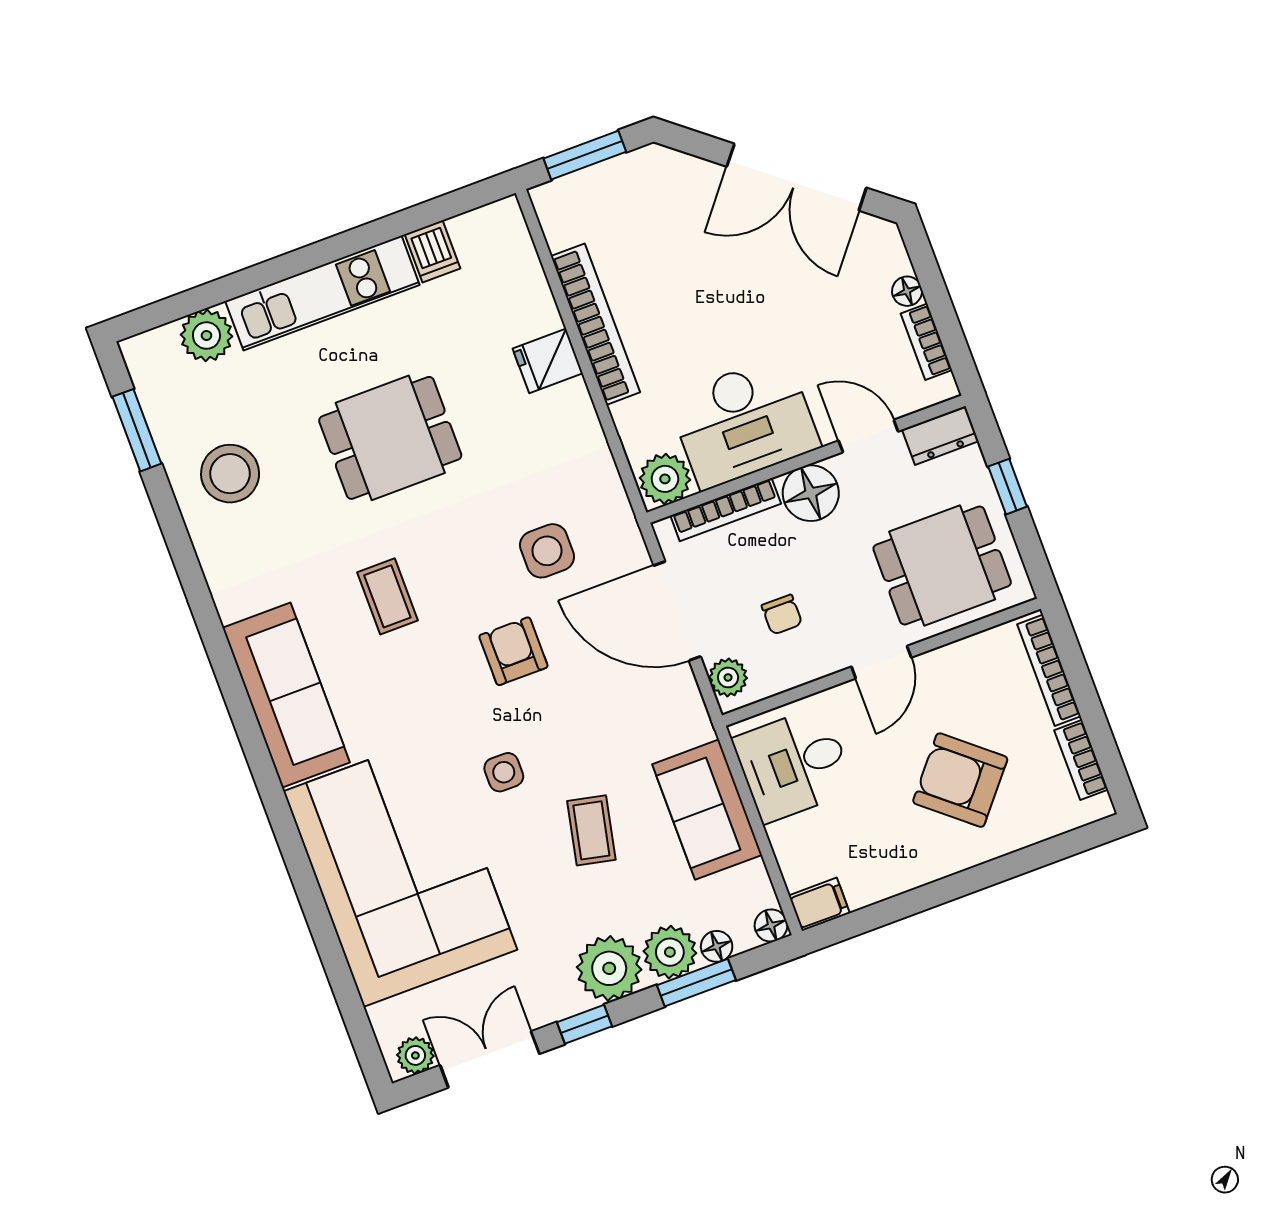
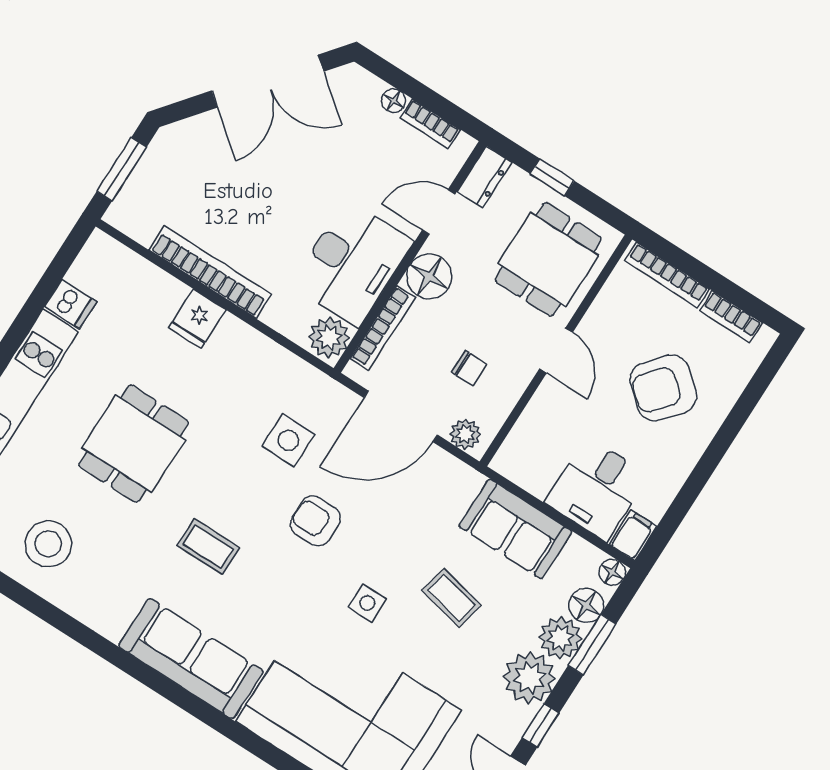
desk: (794, 764) -> (597, 489), moved
floor lamp: (717, 946) -> (586, 605), width x1.37, depth x1.37

